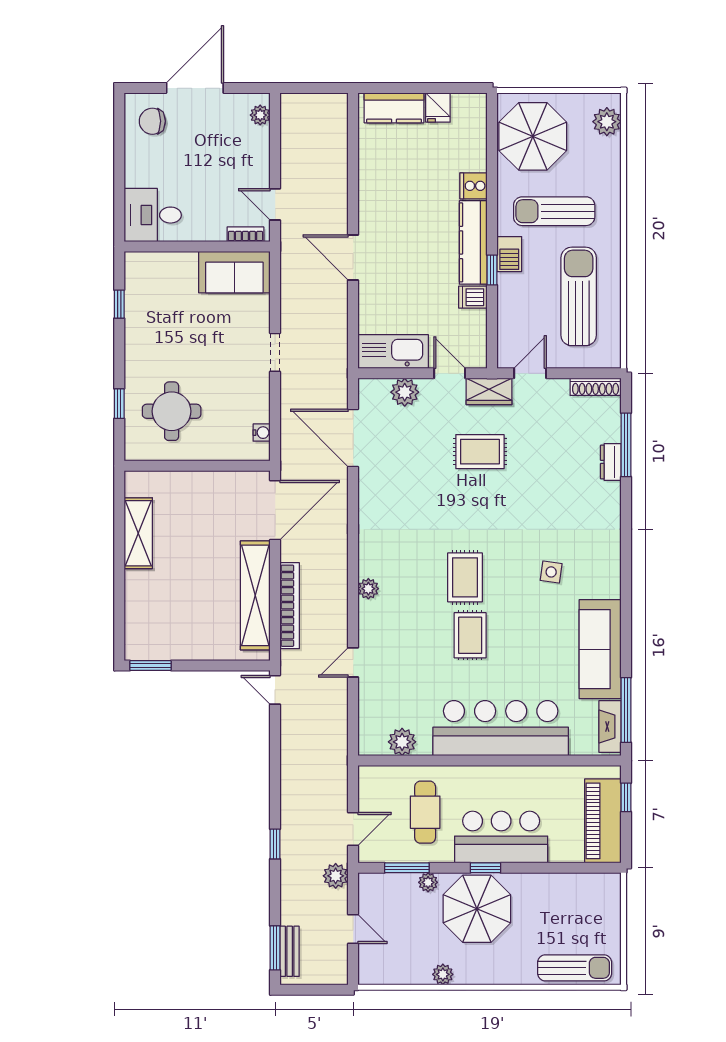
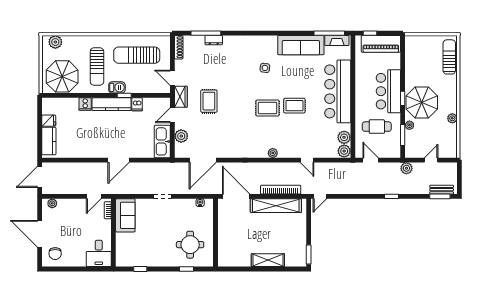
door: (317, 88) -> (40, 177), added
shelving: (138, 533) -> (268, 260), moved
plant: (373, 742) -> (344, 151), added
door: (353, 829) -> (371, 160), moved

